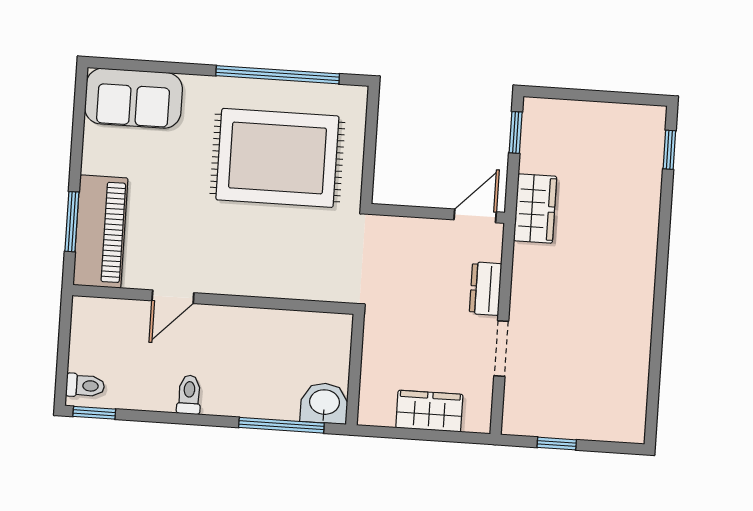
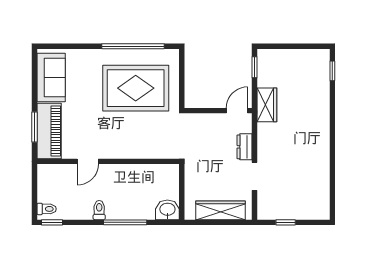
sofa: (133, 98) -> (51, 78), moved, turned -90
wardrobe: (429, 411) -> (220, 210), width x1.50
window: (281, 425) -> (125, 222), moved

